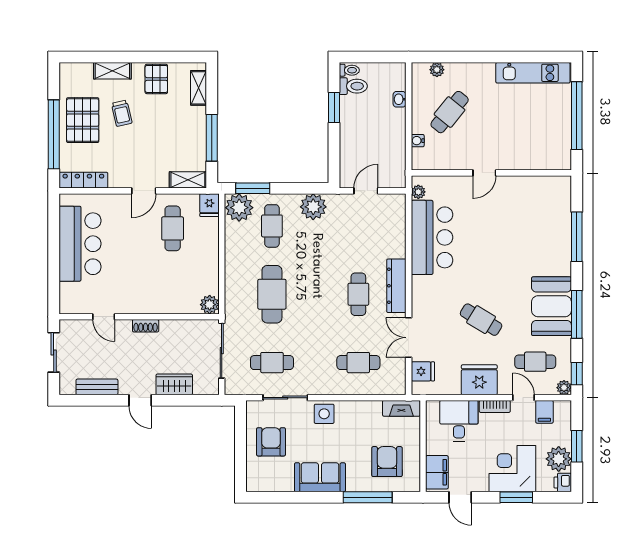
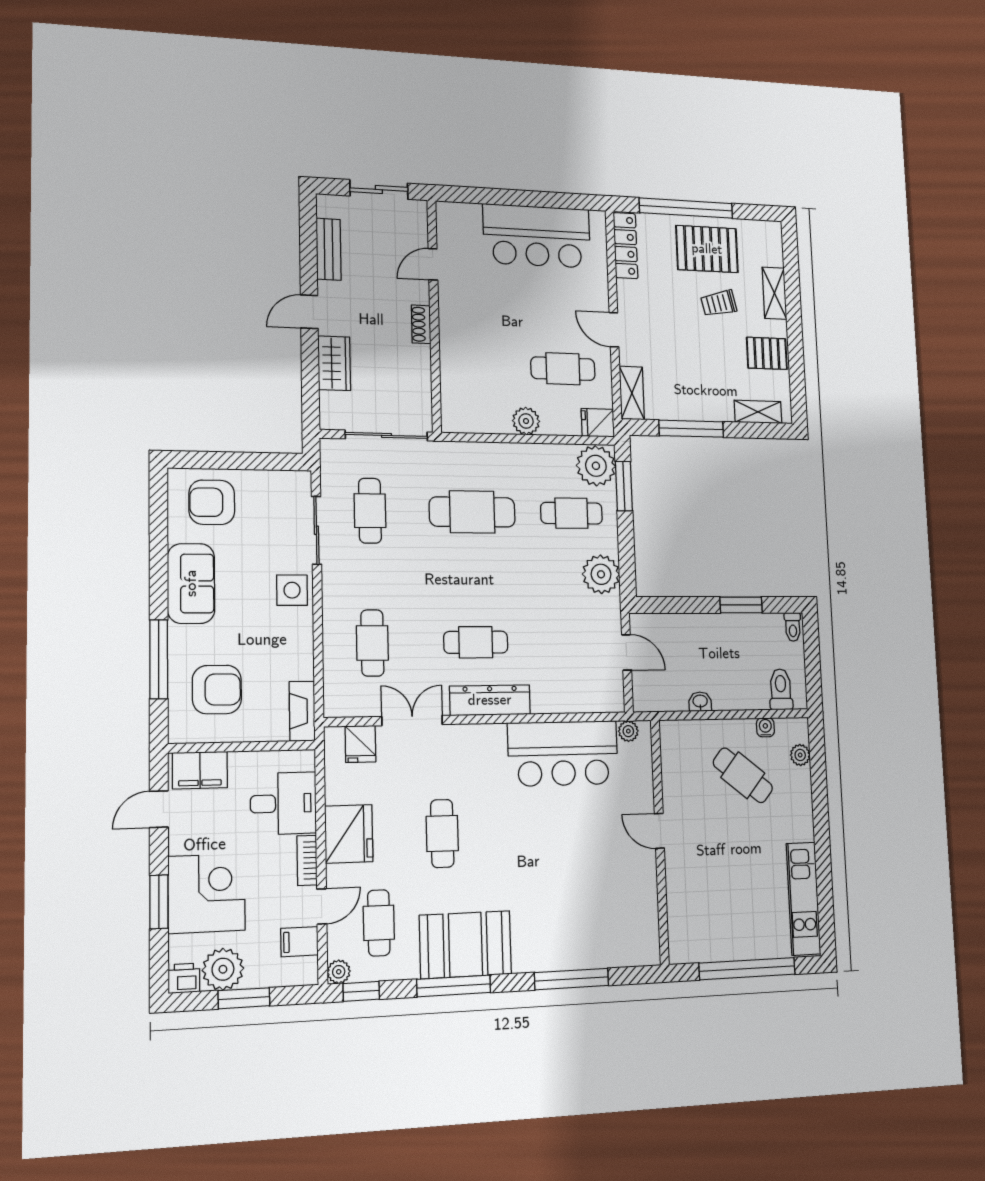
toilet: (353, 86) -> (781, 689), moved, turned 180
washbasin: (399, 99) -> (700, 702), moved
water cooler: (418, 141) -> (765, 727), moved
plant: (210, 305) -> (526, 421), moved
cafe table: (481, 320) -> (442, 833), turned -31
armchair: (271, 442) -> (212, 502), moved, turned 180

